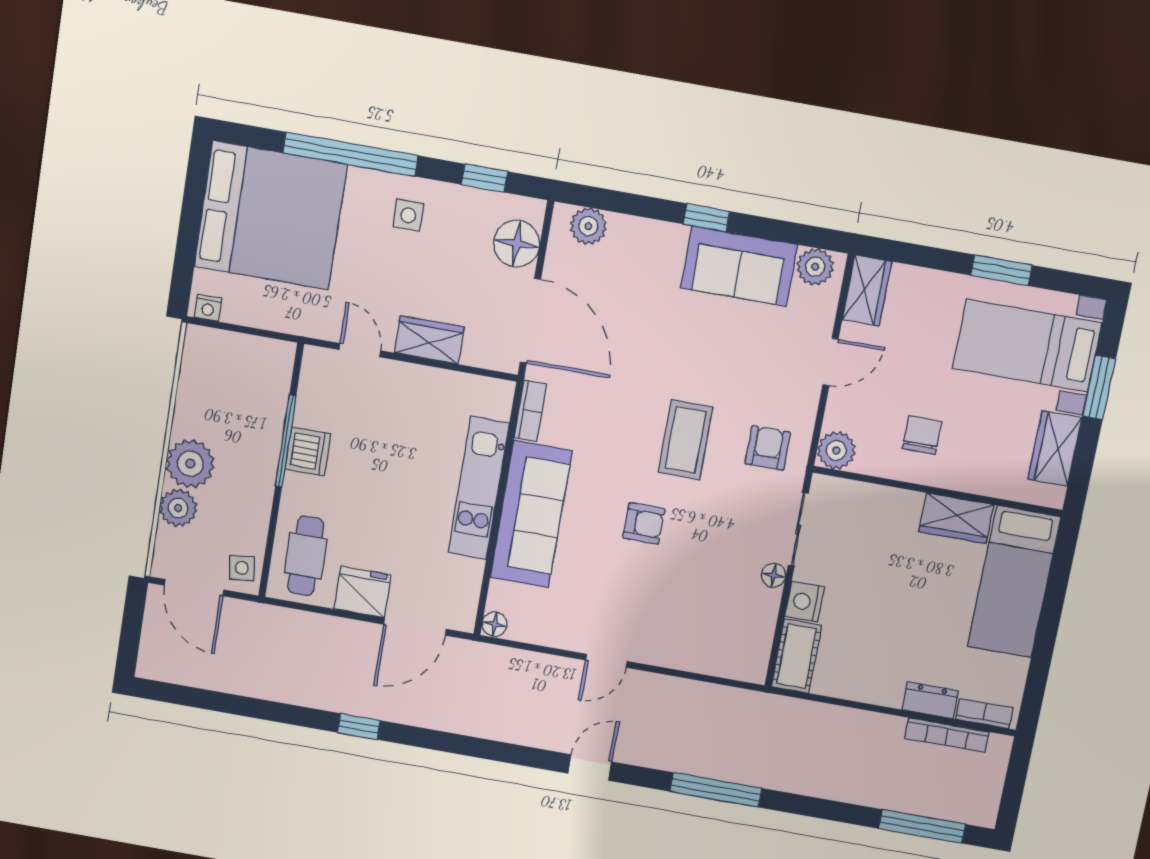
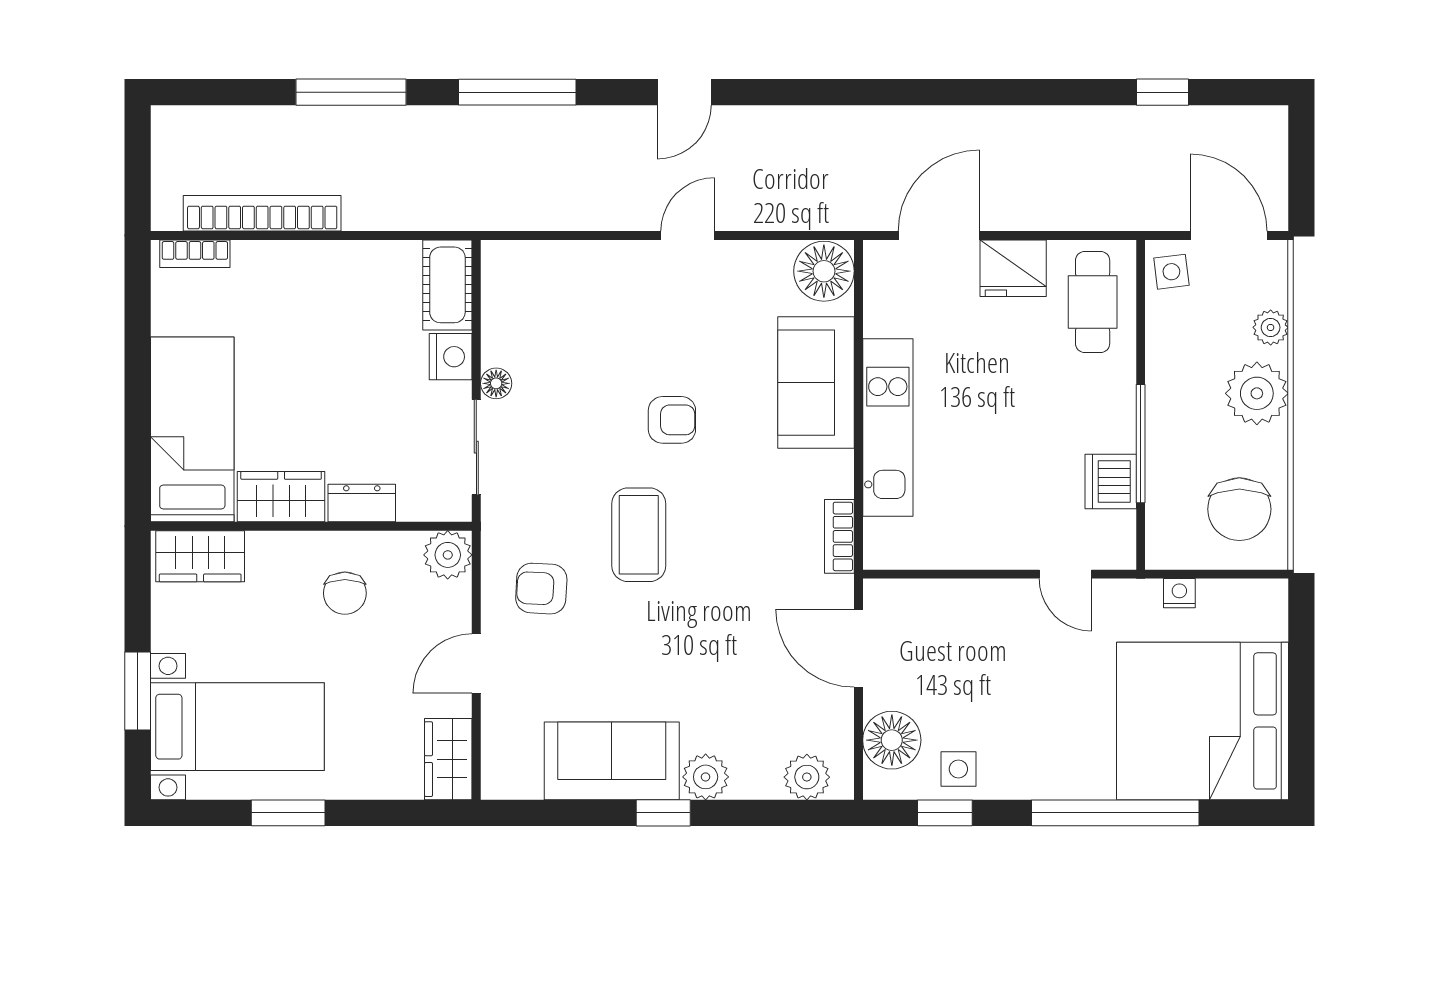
side table: (408, 215) -> (958, 769), moved
plant: (815, 267) -> (706, 777), moved
nightstand: (208, 308) -> (1179, 593), moved
door: (530, 321) -> (858, 648), width x0.73
wardrobe: (429, 340) -> (980, 602), removed
chair: (217, 377) -> (1239, 509), added
armchair: (768, 448) -> (541, 589), moved, turned 93
wardrobe: (1055, 449) -> (200, 556), moved, turned 90
dishwasher: (308, 451) -> (1111, 481), moved
plant: (178, 508) -> (1271, 327), width x0.73, depth x0.73
sofa: (531, 514) -> (816, 383), width x0.73
armchair: (644, 523) -> (672, 420), turned 180
floor lamp: (495, 624) -> (824, 271), width x1.89, depth x1.89
dresser: (930, 700) -> (362, 503), moved, turned 180
window: (359, 727) -> (1162, 92), moved
bookcase: (947, 735) -> (262, 213), width x1.48, depth x1.31
window: (922, 826) -> (351, 92), moved

